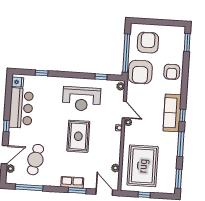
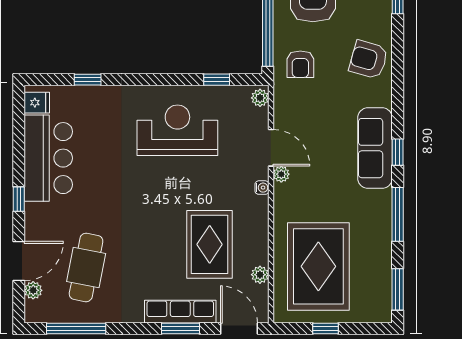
armchair: (140, 72) -> (300, 64), width x0.53, depth x0.53
armchair: (172, 72) -> (368, 60), turned 106
reception desk: (82, 99) -> (177, 130), turned 180
rug: (78, 136) -> (210, 244), moved
row of seats: (72, 182) -> (180, 312), width x1.48

